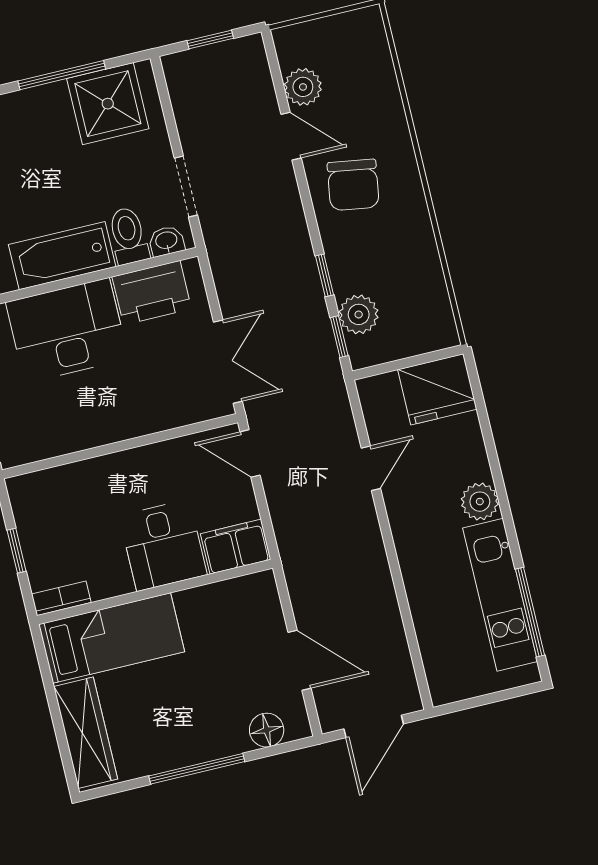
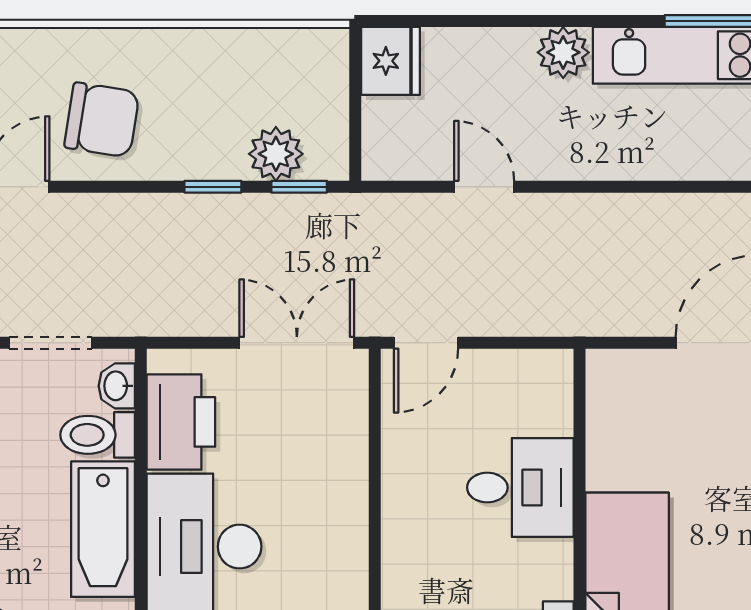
fridge: (437, 389) -> (390, 61), width x0.73, depth x0.75
filing cabinet: (236, 547) -> (545, 391), removed

